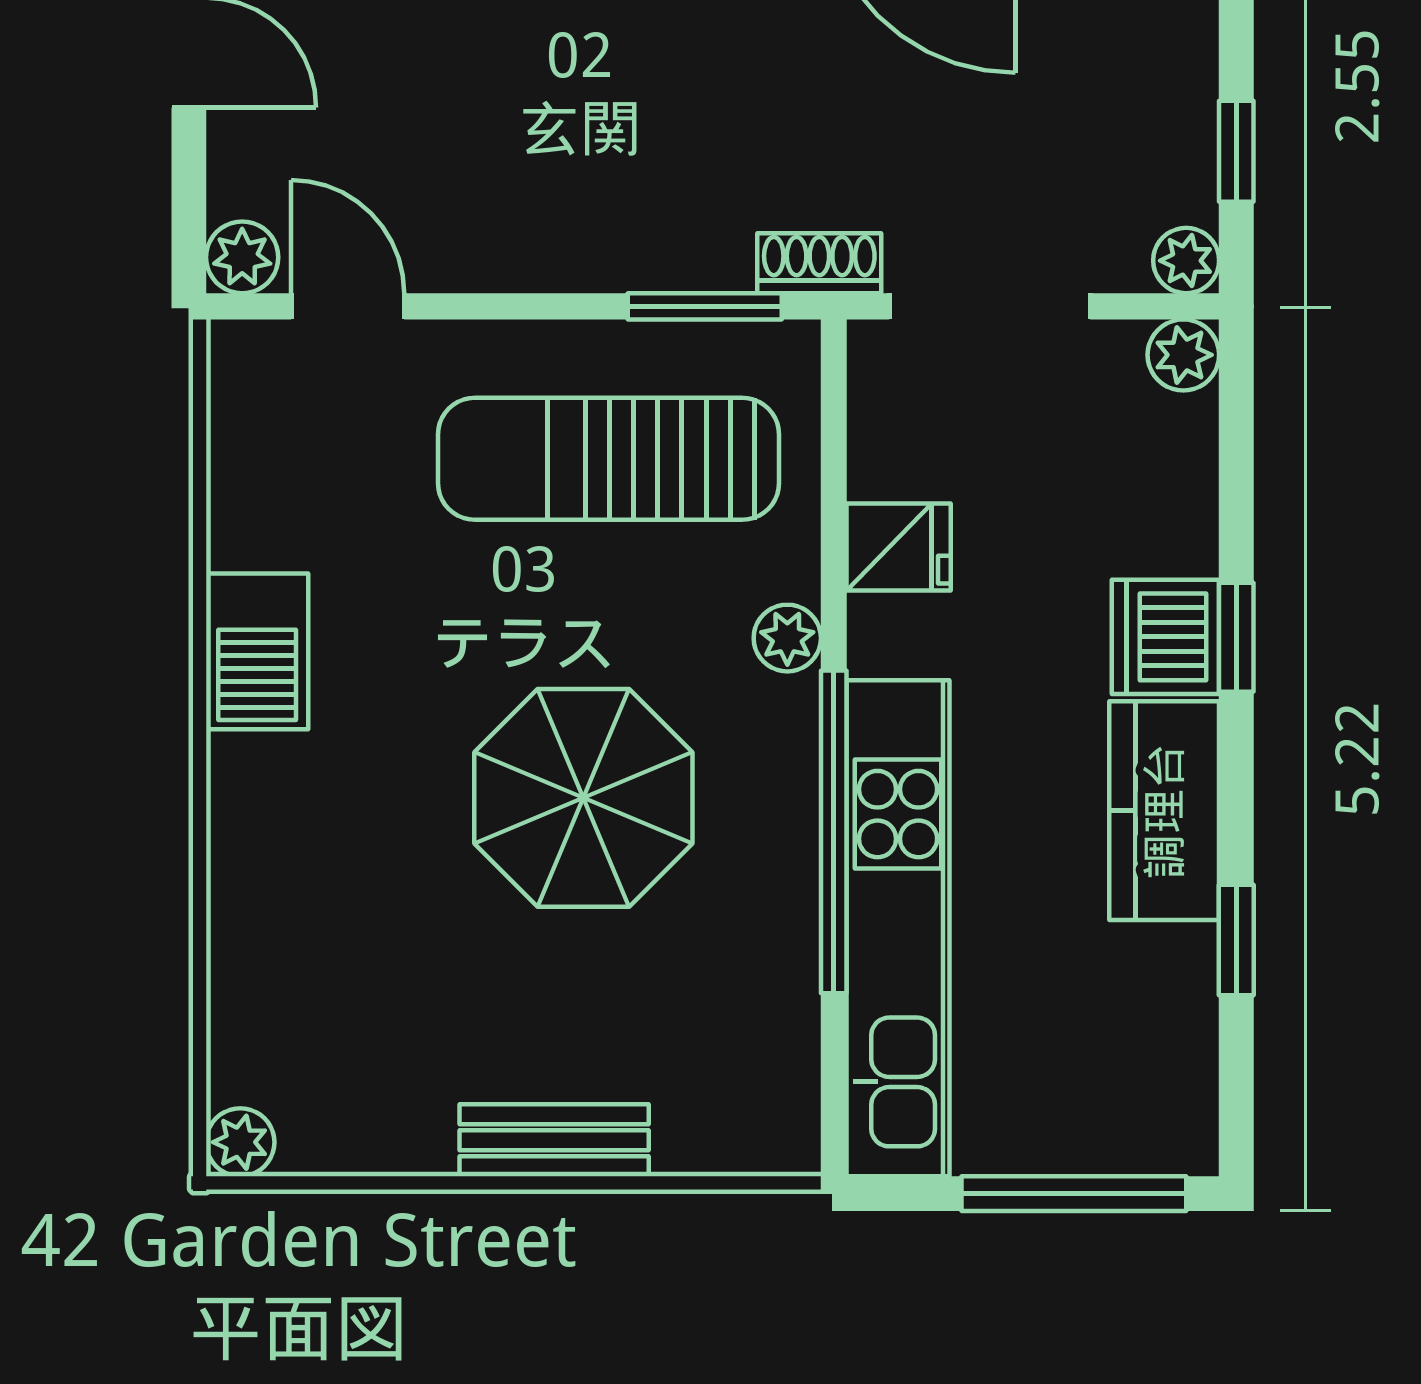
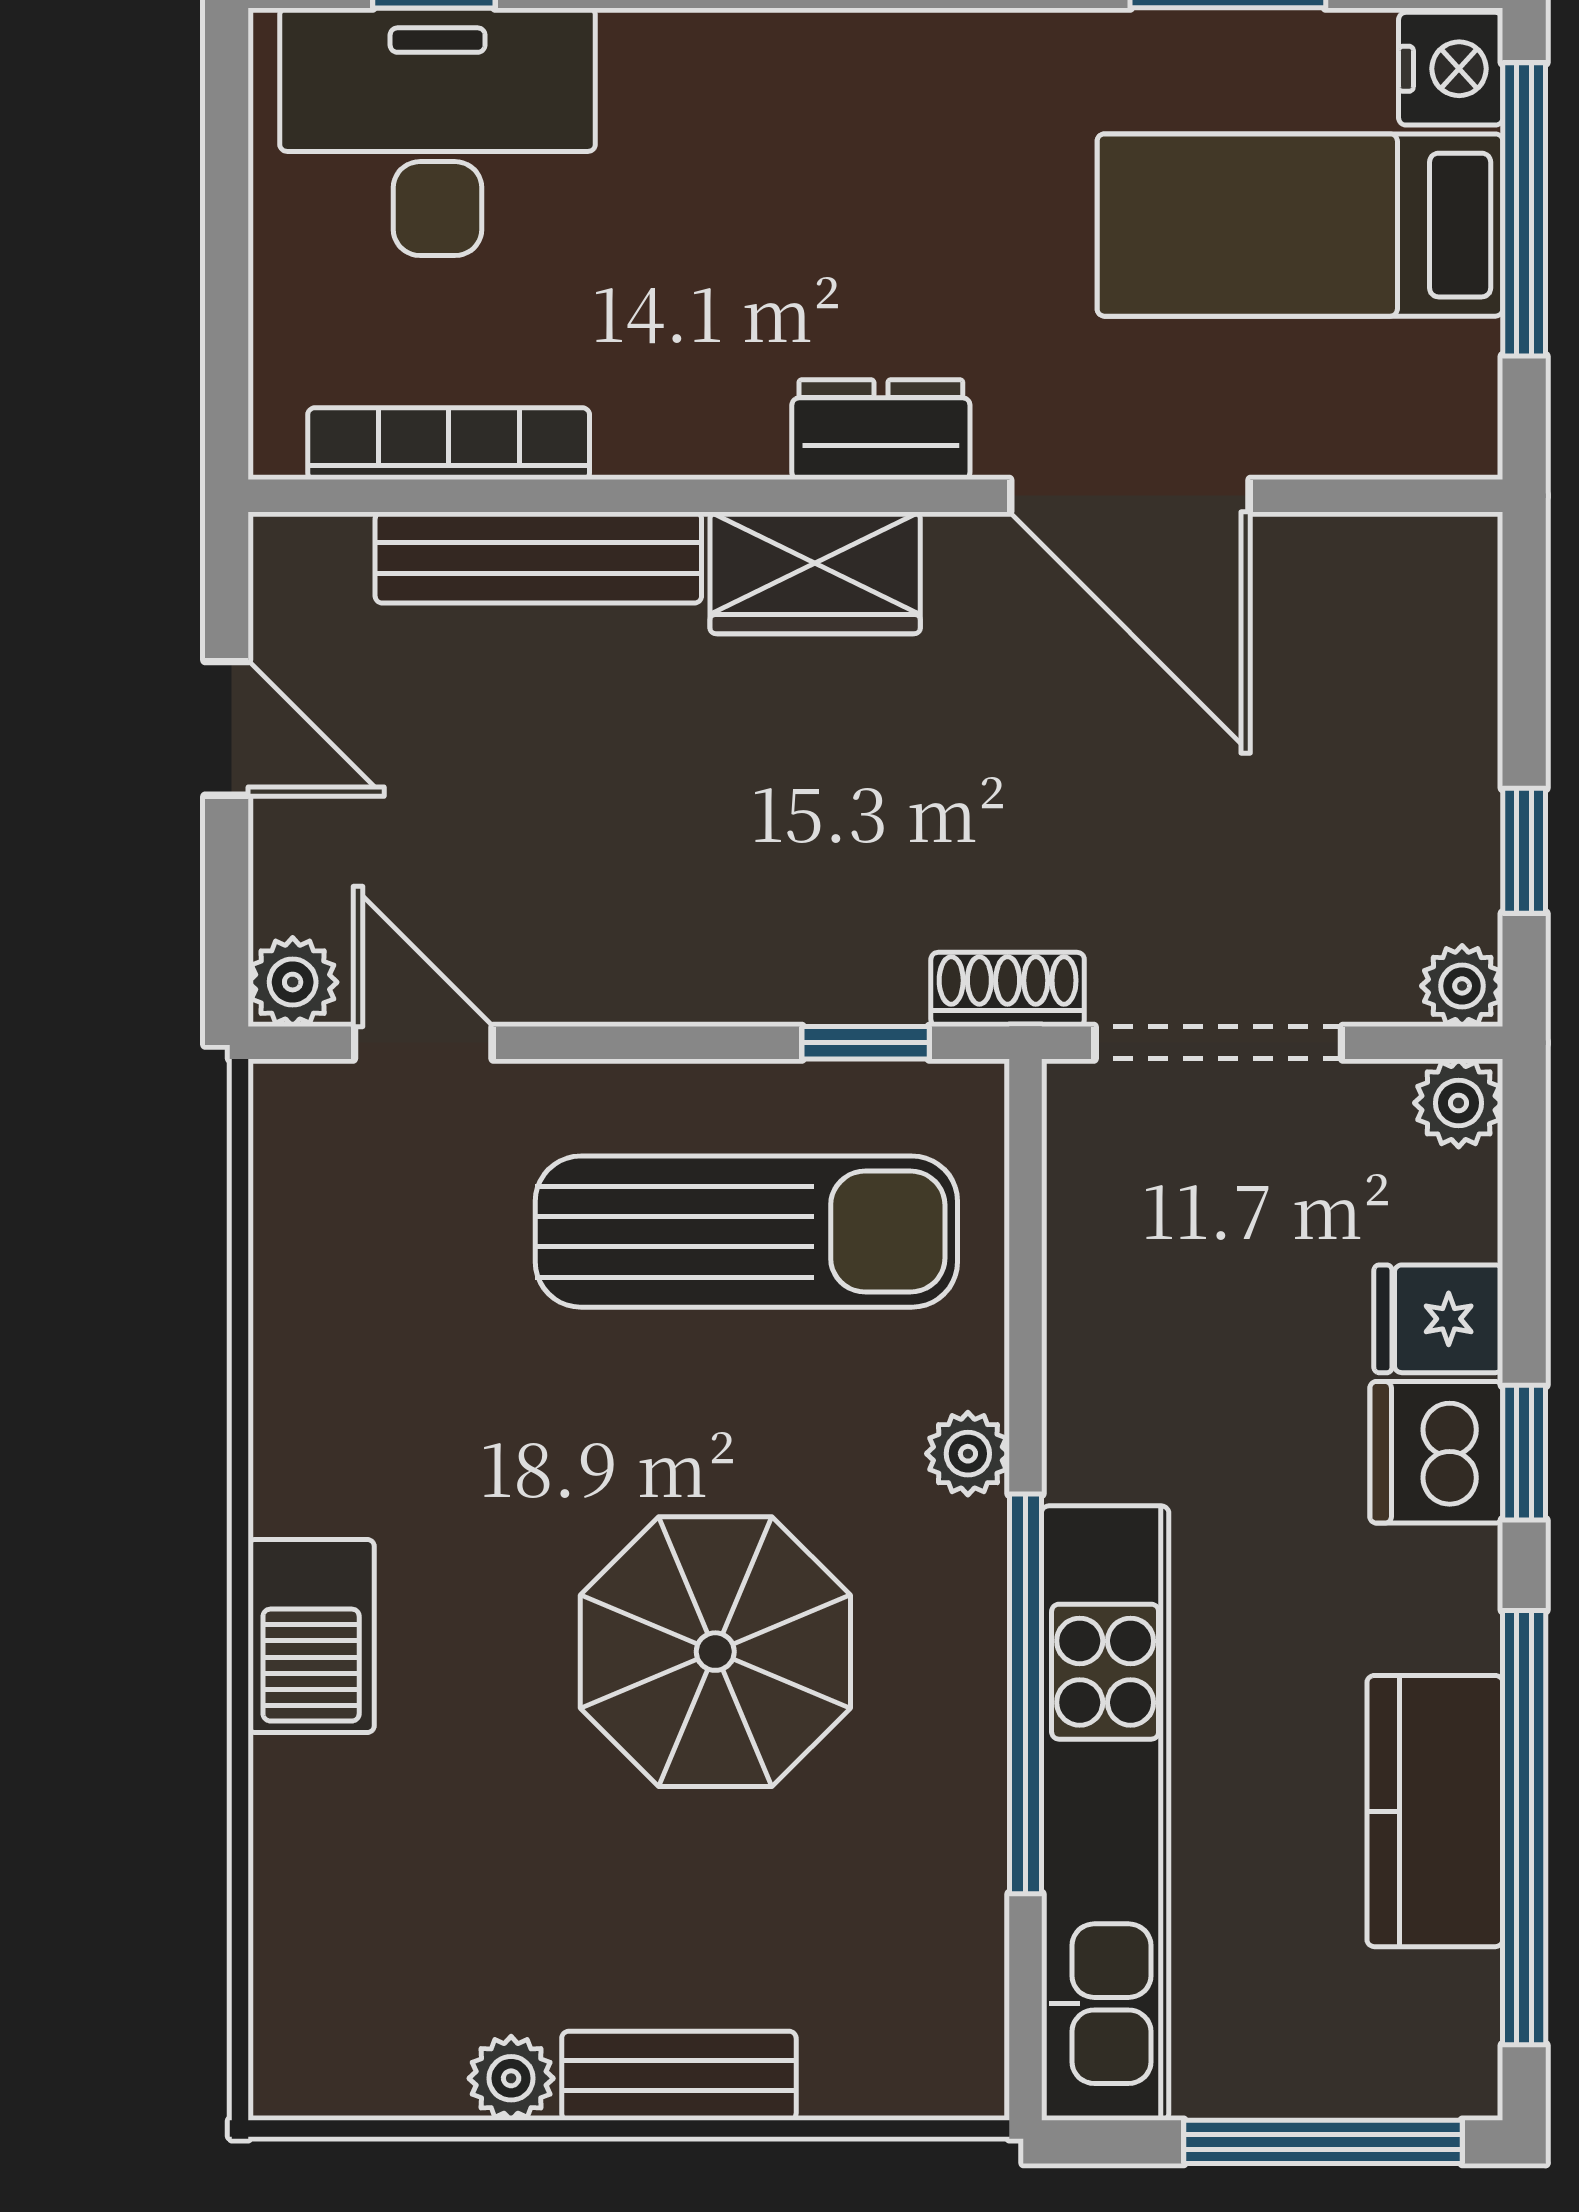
window: (705, 306) -> (866, 1043), width x0.67
sun lounger: (608, 459) -> (746, 1232), turned 180
fridge: (899, 547) -> (1438, 1319), moved, turned 180
barbecue: (257, 651) -> (311, 1636), moved
kitchen counter: (1164, 811) -> (1435, 1811), moved
window: (1236, 940) -> (1524, 1828), width x3.17
plant: (240, 1142) -> (511, 2078), moved

